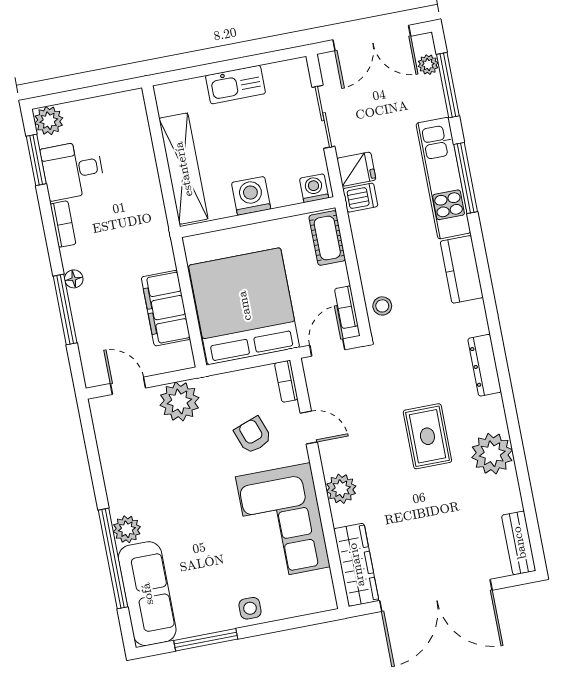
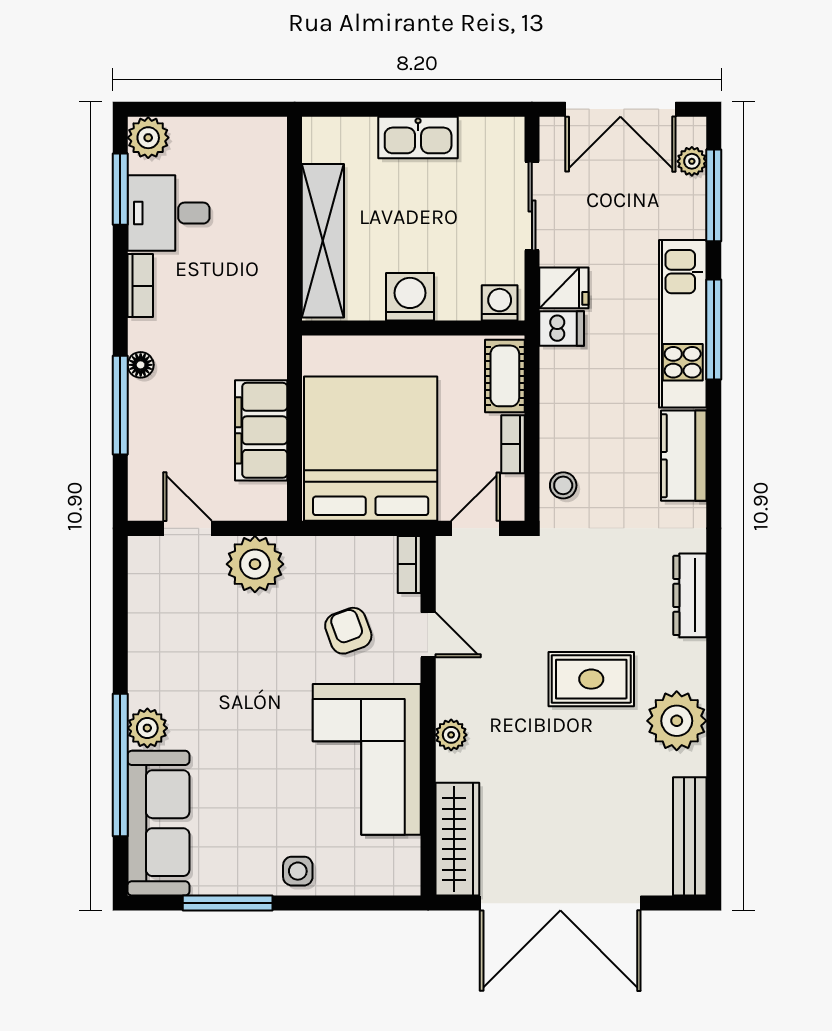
bookcase: (346, 307) -> (513, 444), moved
rug: (427, 436) -> (591, 679), turned 90
plant: (341, 489) -> (451, 735), width x0.73, depth x0.73
bench: (519, 543) -> (690, 836), width x1.36

